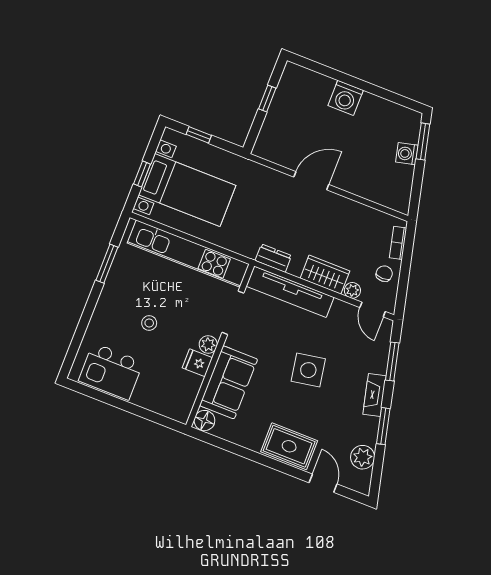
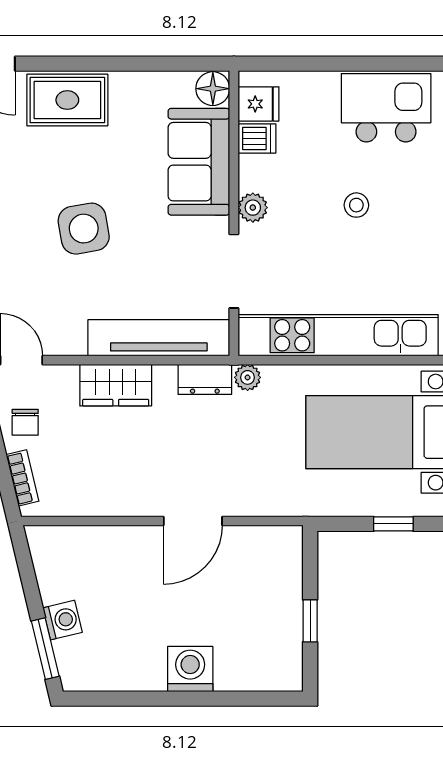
plant: (352, 290) -> (248, 377), moved
fridge: (197, 363) -> (259, 104), moved
dishwasher: (191, 383) -> (257, 138), added

